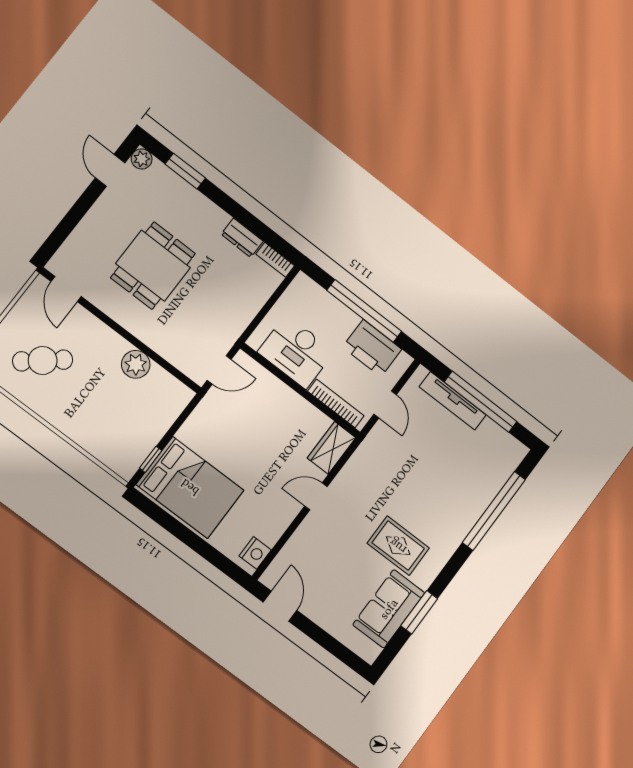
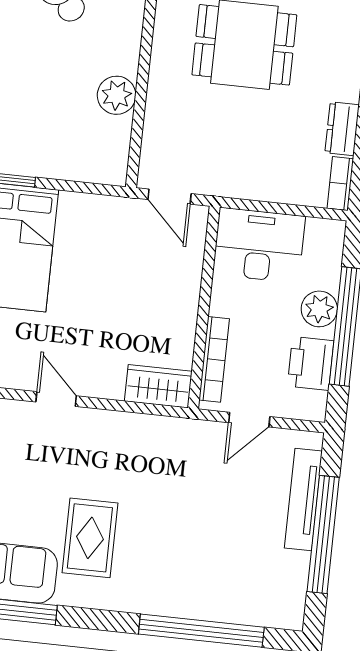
plant: (344, 320) -> (319, 309), added
printer: (372, 348) -> (311, 363), width x0.73, depth x0.84
desk: (296, 352) -> (259, 245), moved, turned 90
door: (316, 496) -> (56, 399), moved

